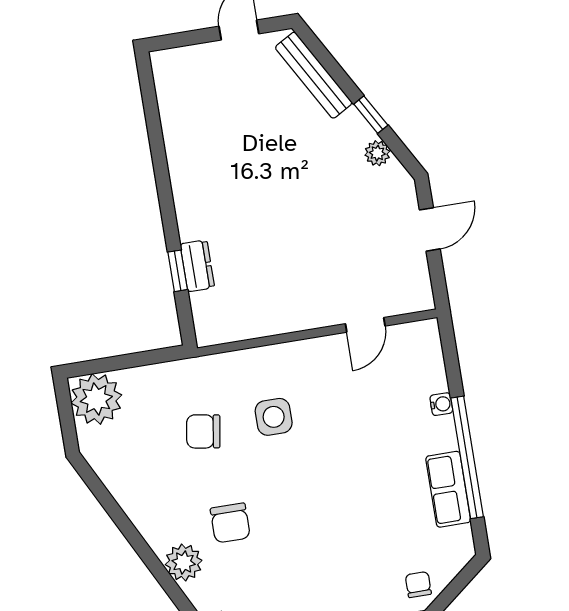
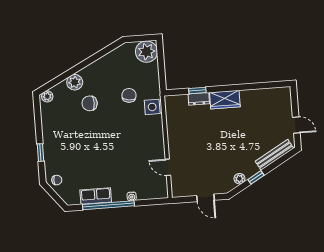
wardrobe: (194, 204) -> (225, 100), added
side table: (274, 417) -> (152, 107), moved

